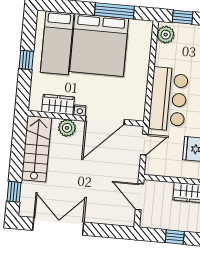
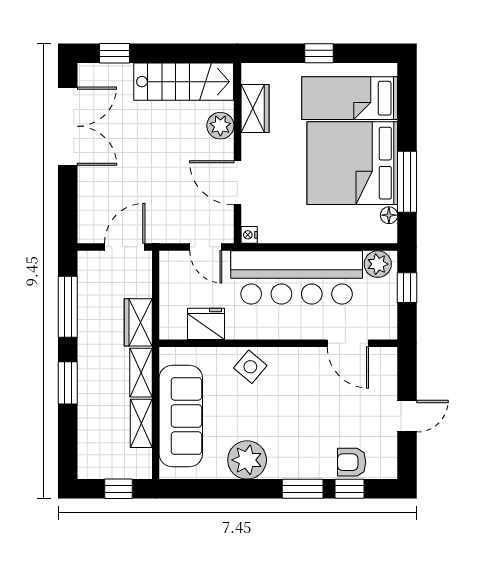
floor lamp: (135, 24) -> (389, 215), added
bar counter: (168, 99) -> (297, 277), width x1.36
nightstand: (80, 110) -> (249, 235), moved
door: (105, 120) -> (237, 183), width x0.73
window: (175, 237) -> (68, 307), width x2.17

